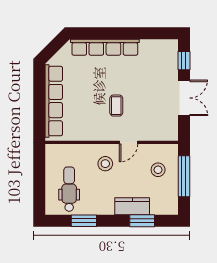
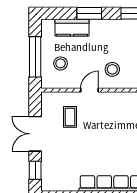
coffee table: (116, 106) -> (70, 117), moved
kitchen counter: (132, 206) -> (72, 28), moved
window: (142, 221) -> (89, 13), moved

